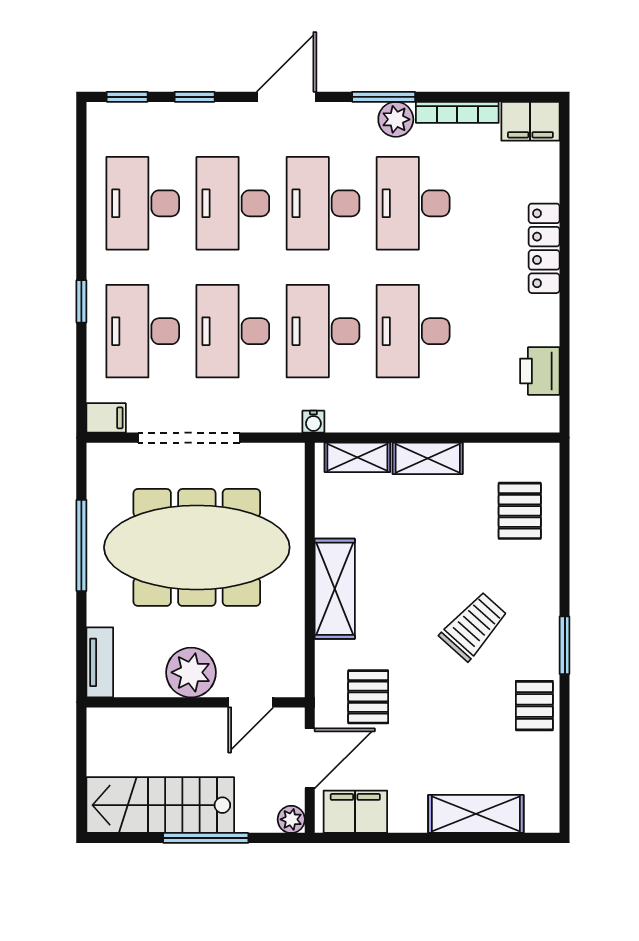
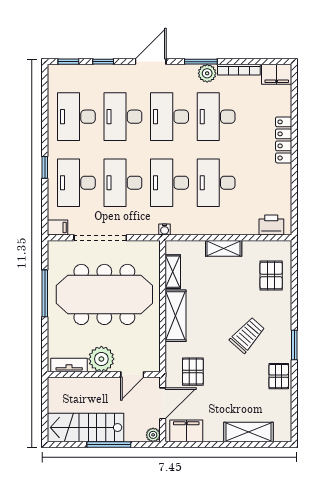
printer: (540, 371) -> (271, 225), moved, turned 90
shelving: (357, 457) -> (173, 272), moved, turned 90
tv unit: (100, 662) -> (69, 365), moved, turned -90

